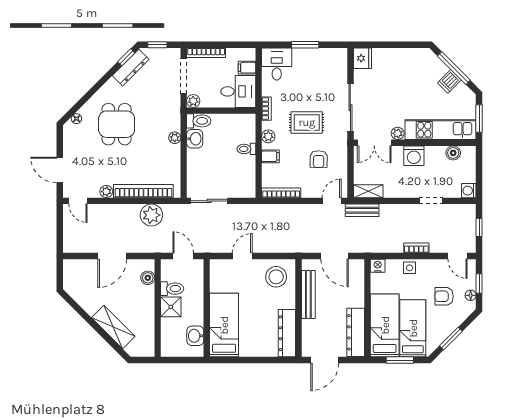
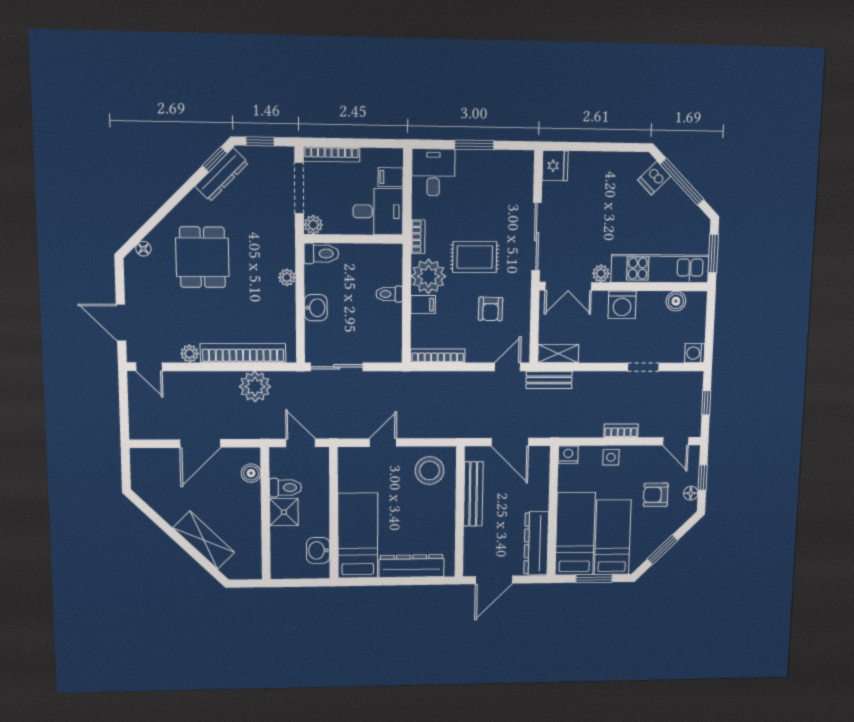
dishwasher: (449, 81) -> (654, 178), moved
plant: (268, 136) -> (428, 276), width x1.88, depth x1.88
washbasin: (195, 139) -> (316, 308), moved
dresser: (287, 333) -> (411, 566), moved, turned 90

